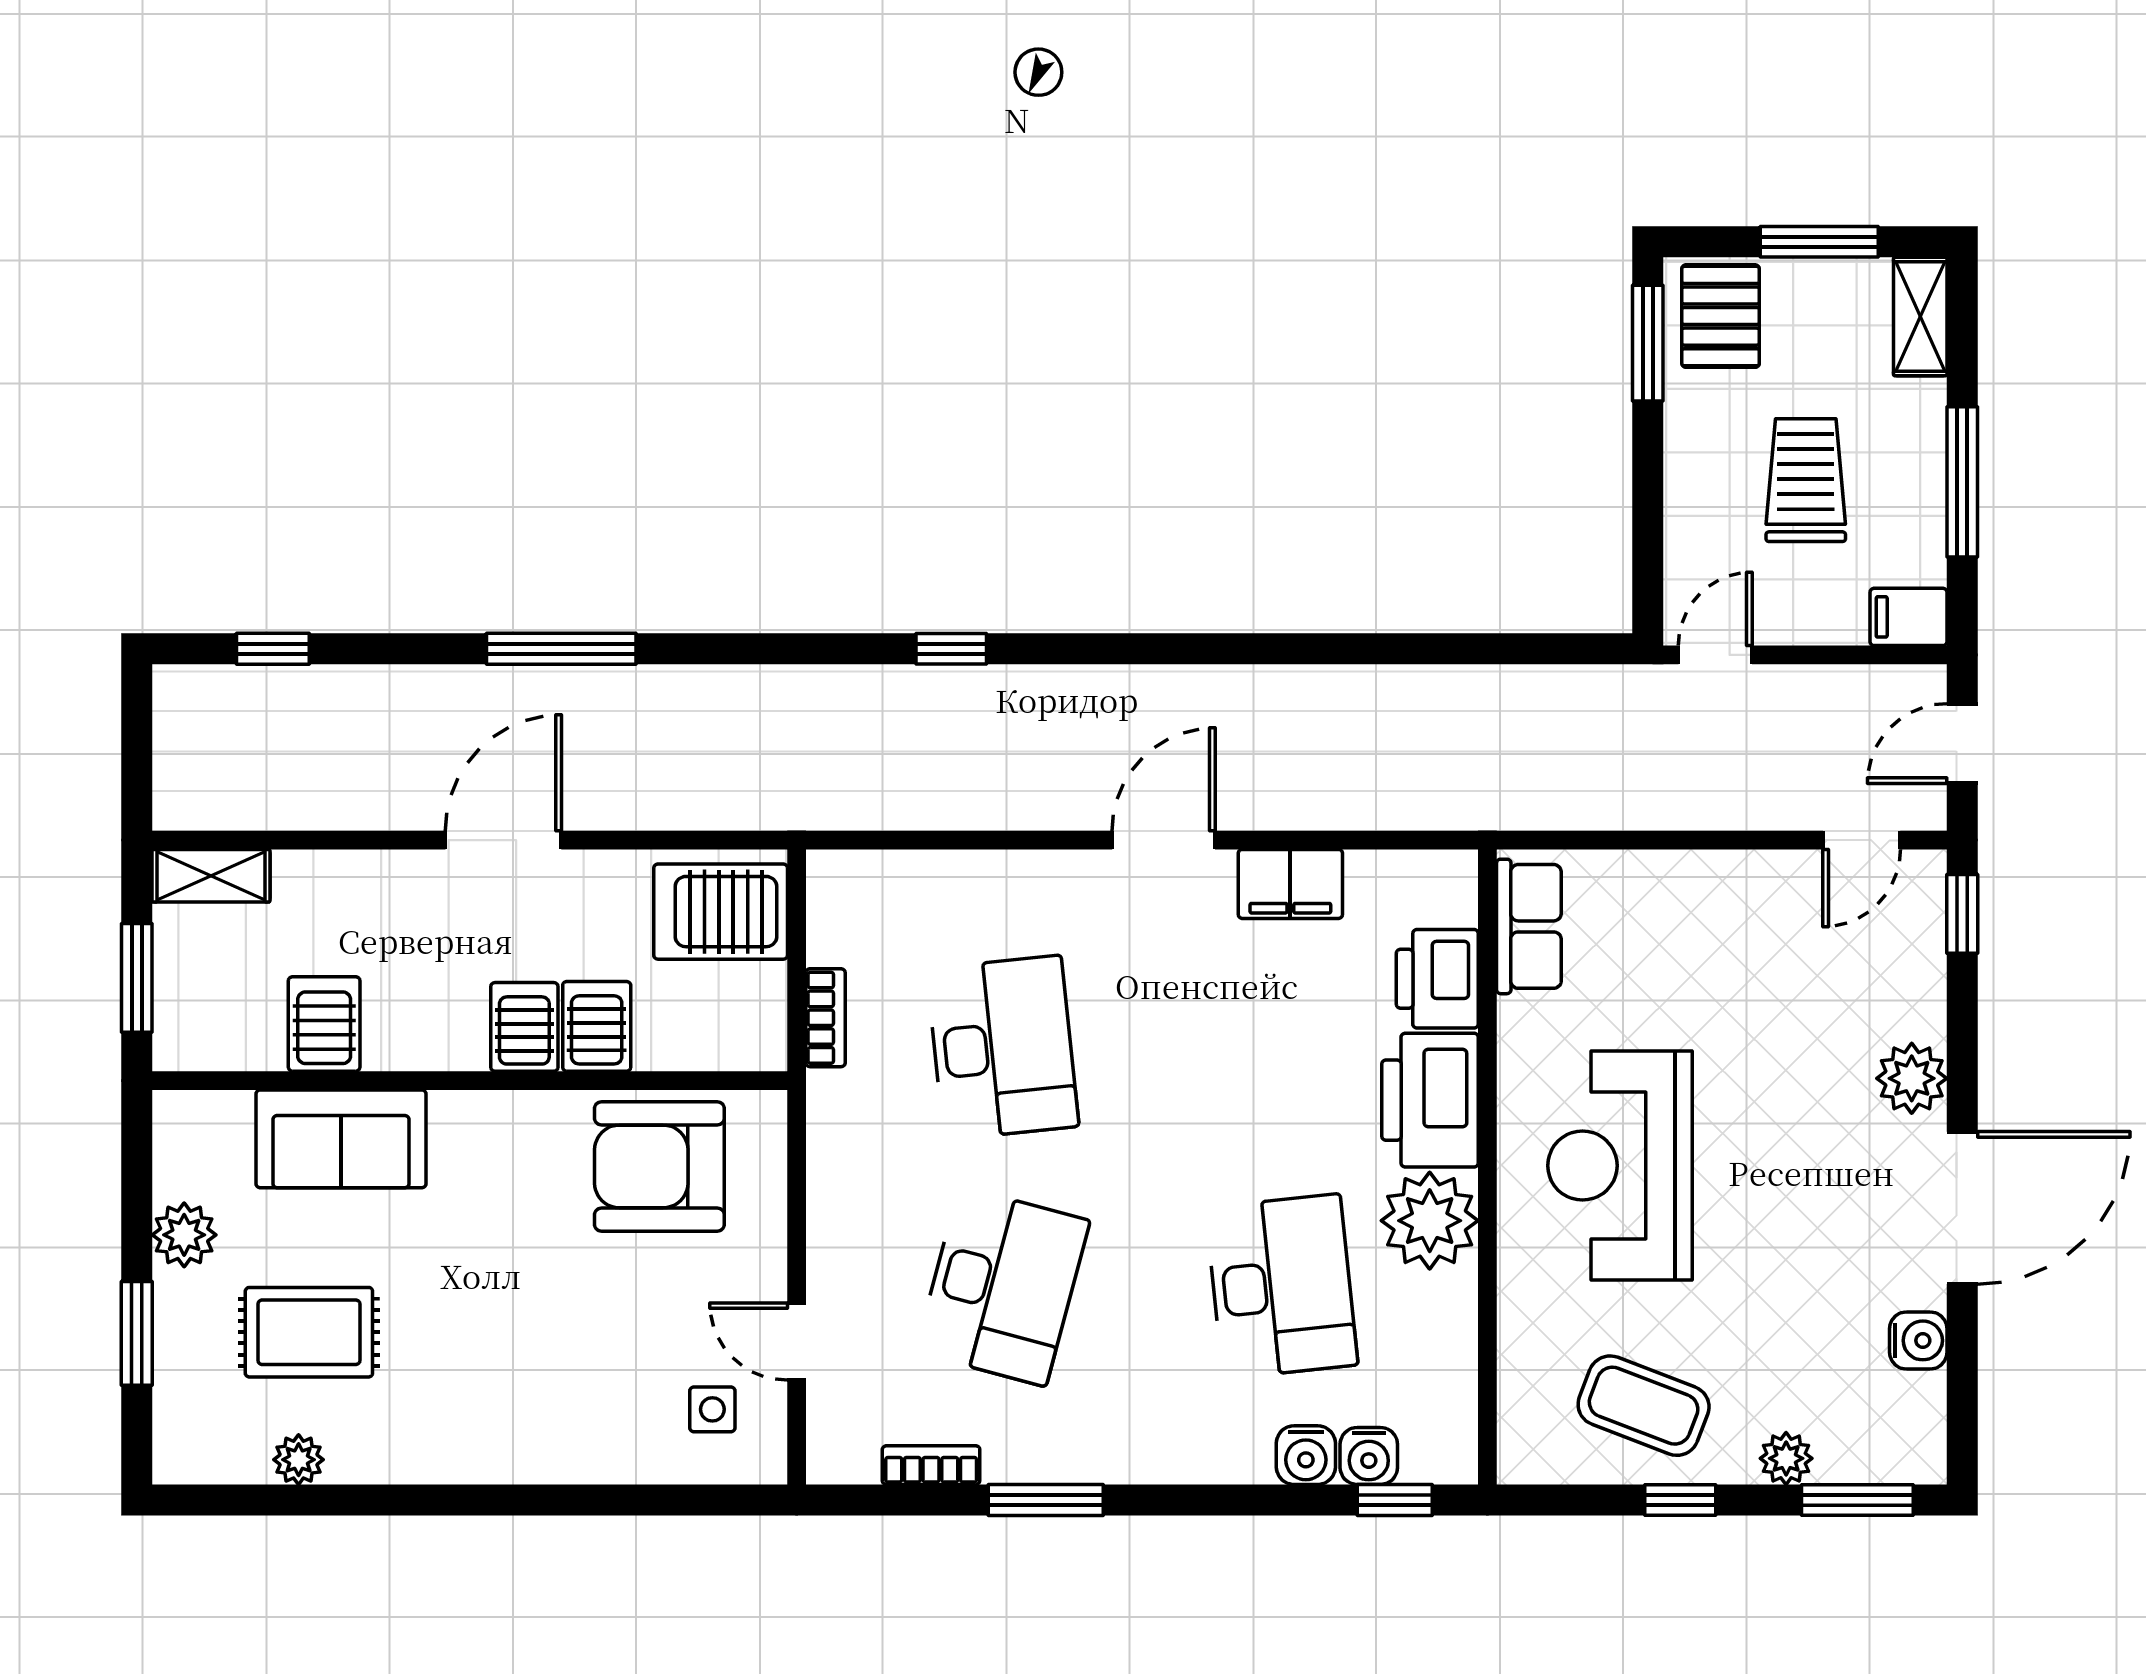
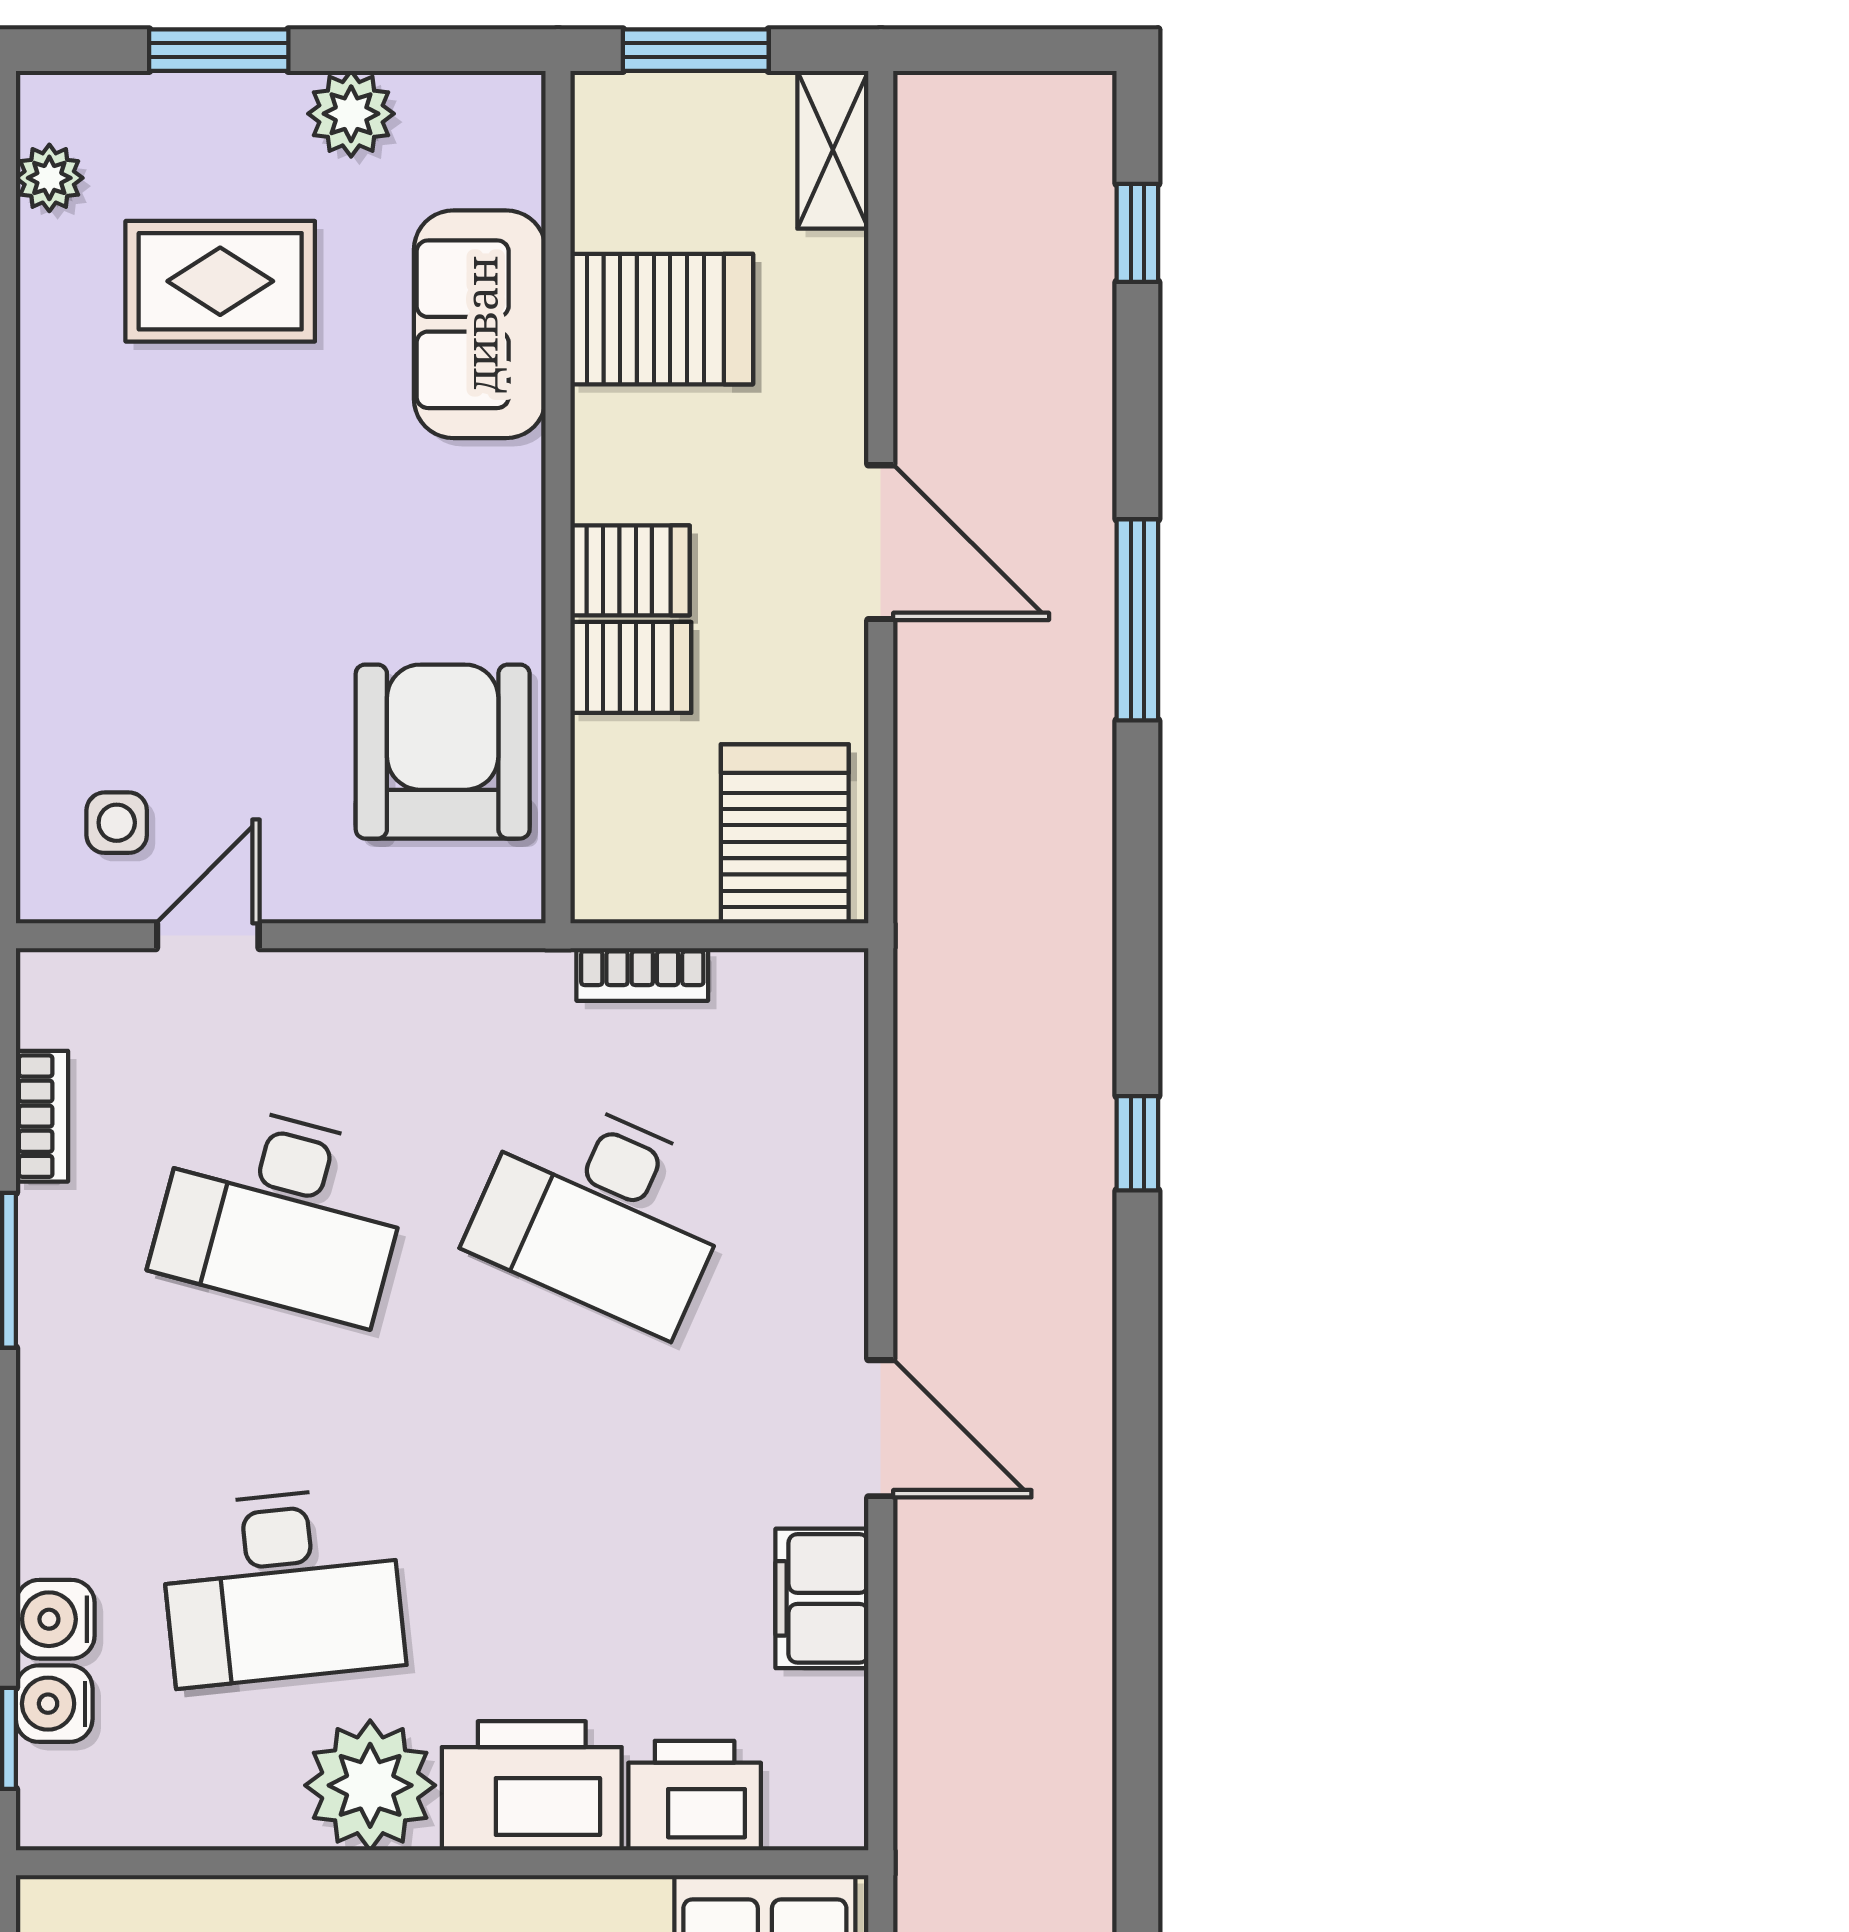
server rack: (324, 1024) -> (662, 319), width x1.36, depth x1.44
desk: (1003, 1048) -> (602, 1212), turned 30
rug: (309, 1332) -> (220, 281), turned 90
plant: (299, 1460) -> (49, 178), moved

